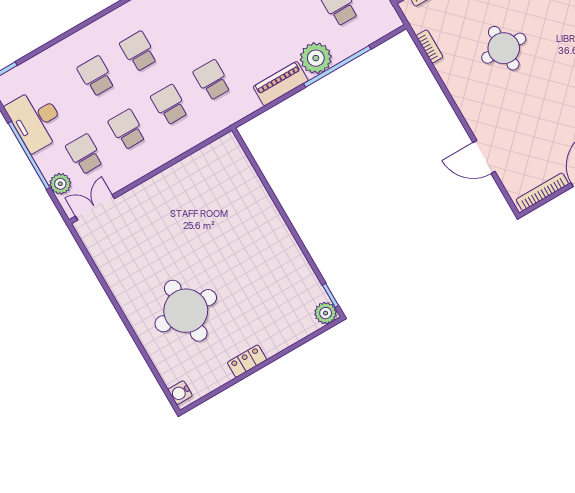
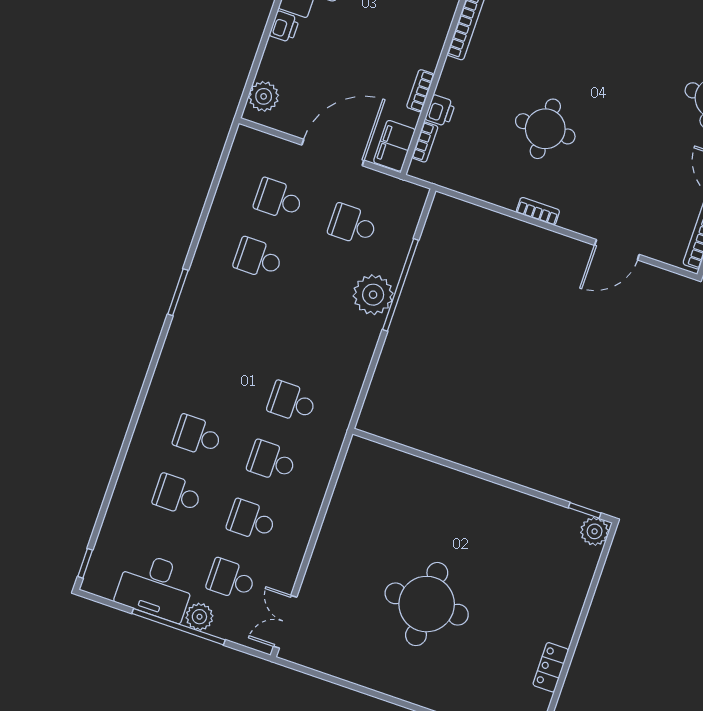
bookcase: (429, 46) -> (538, 211), moved
piano: (281, 84) -> (361, 348), removed
plant: (60, 184) -> (199, 617), moved
round table: (186, 311) -> (427, 604), moved
locker: (247, 361) -> (551, 667), moved

